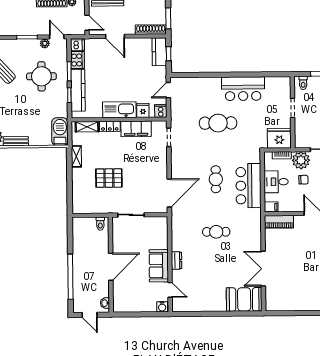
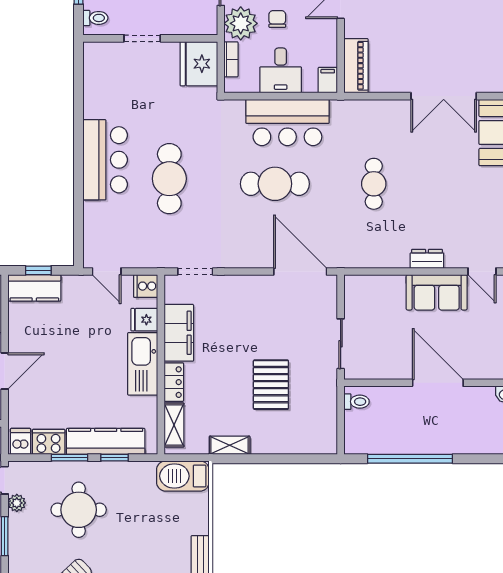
bar counter: (243, 89) -> (105, 160), moved
cafe table: (216, 179) -> (275, 184), width x1.37, depth x1.35
window: (70, 277) -> (410, 459), moved
door: (170, 290) -> (482, 272), swing flipped

